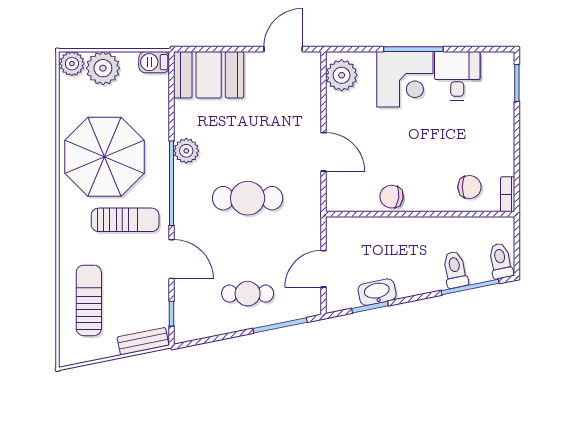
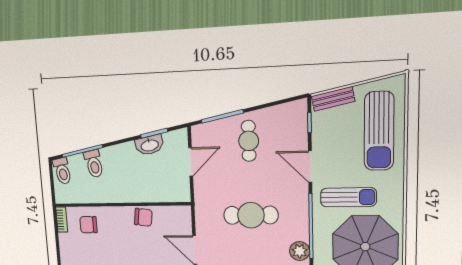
sun lounger: (125, 220) -> (348, 197), turned 180
cafe table: (248, 294) -> (249, 141), turned 90
sun lounger: (89, 300) -> (379, 131), width x1.36, depth x1.34

